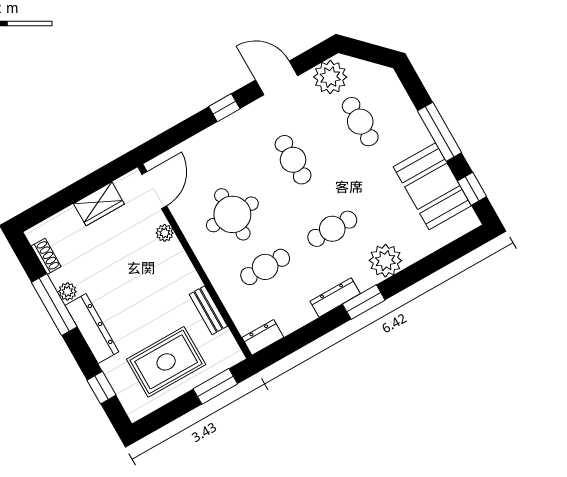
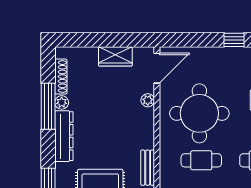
round table: (232, 214) -> (199, 113), width x1.36, depth x1.36
shoe rack: (46, 256) -> (61, 77), width x1.43

